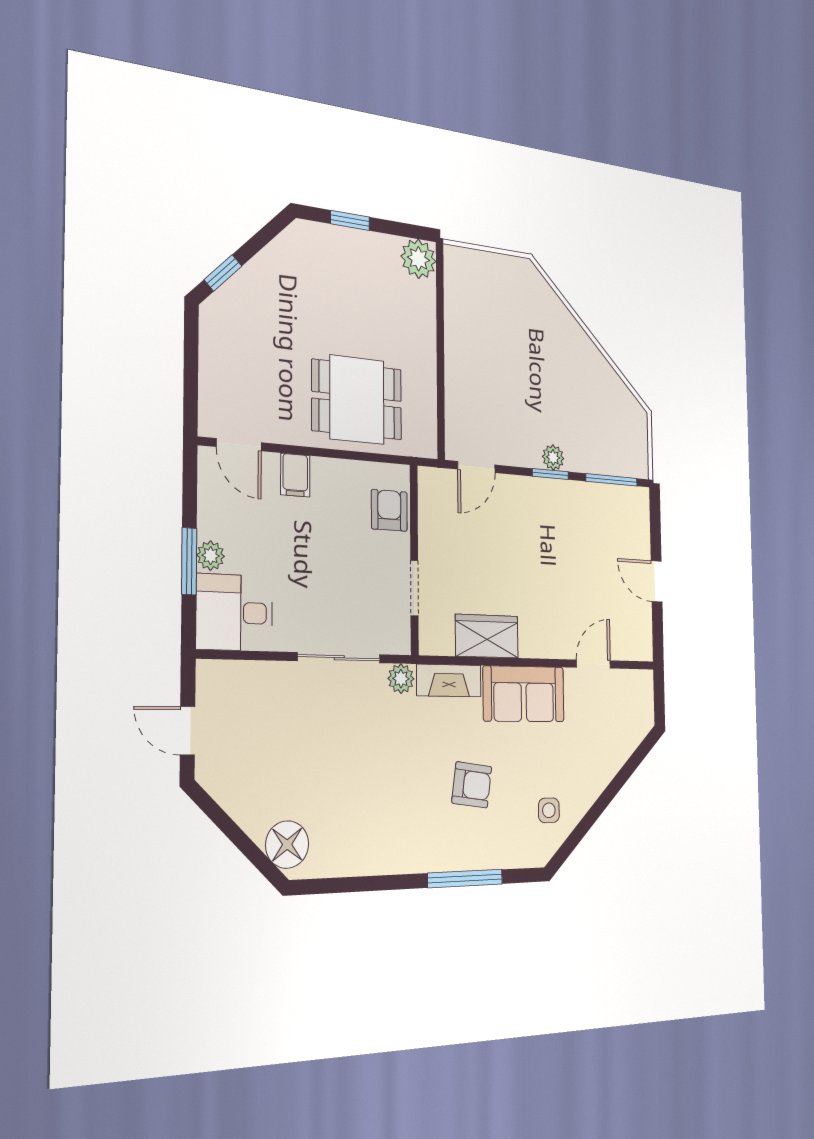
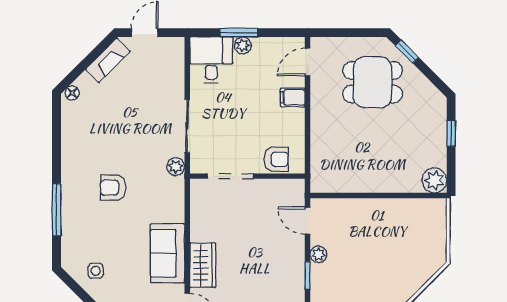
dining table: (357, 400) -> (373, 82), moved, turned 90
plant: (553, 457) -> (318, 254), moved
doorway: (414, 588) -> (230, 176), width x1.38
wardrobe: (487, 636) -> (203, 265), moved
fireplace: (449, 680) -> (108, 61), moved, turned -135
armchair: (472, 785) -> (113, 188), moved, turned 82
floor lamp: (287, 845) -> (72, 93), width x0.53, depth x0.53

